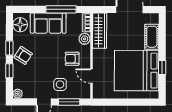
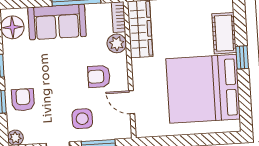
armchair: (23, 55) -> (23, 100), moved, turned -123
window: (162, 67) -> (242, 57), moved

